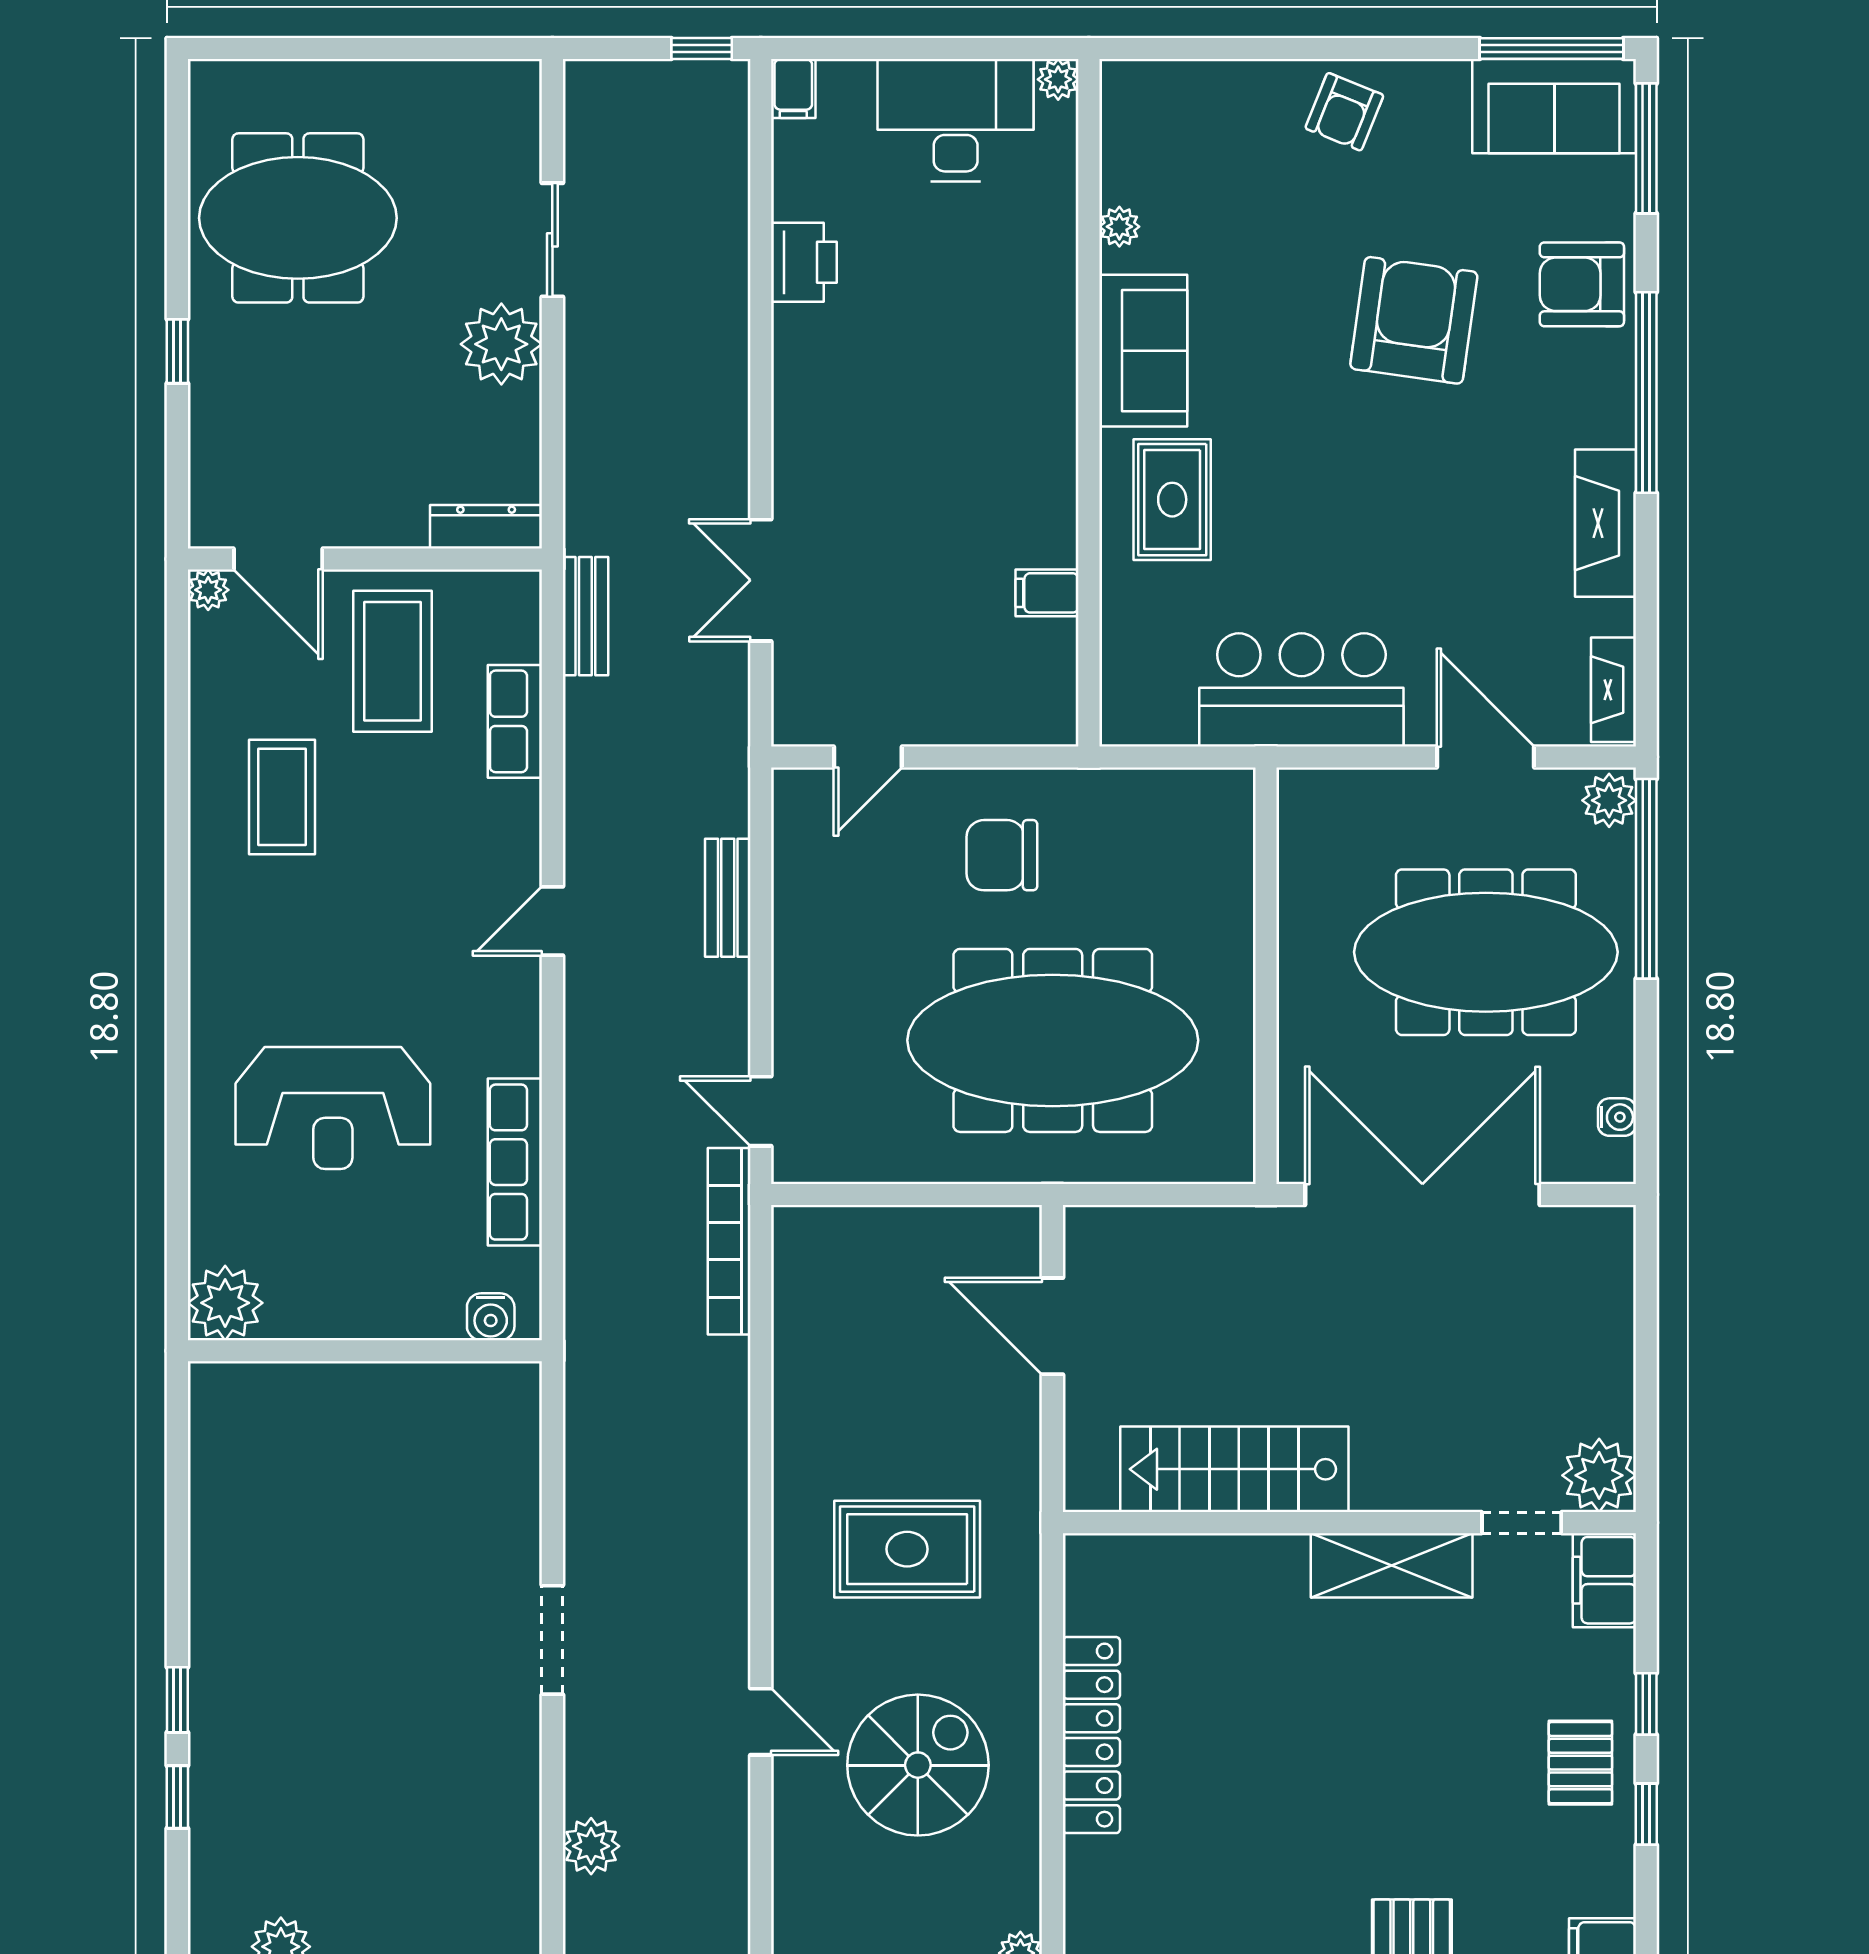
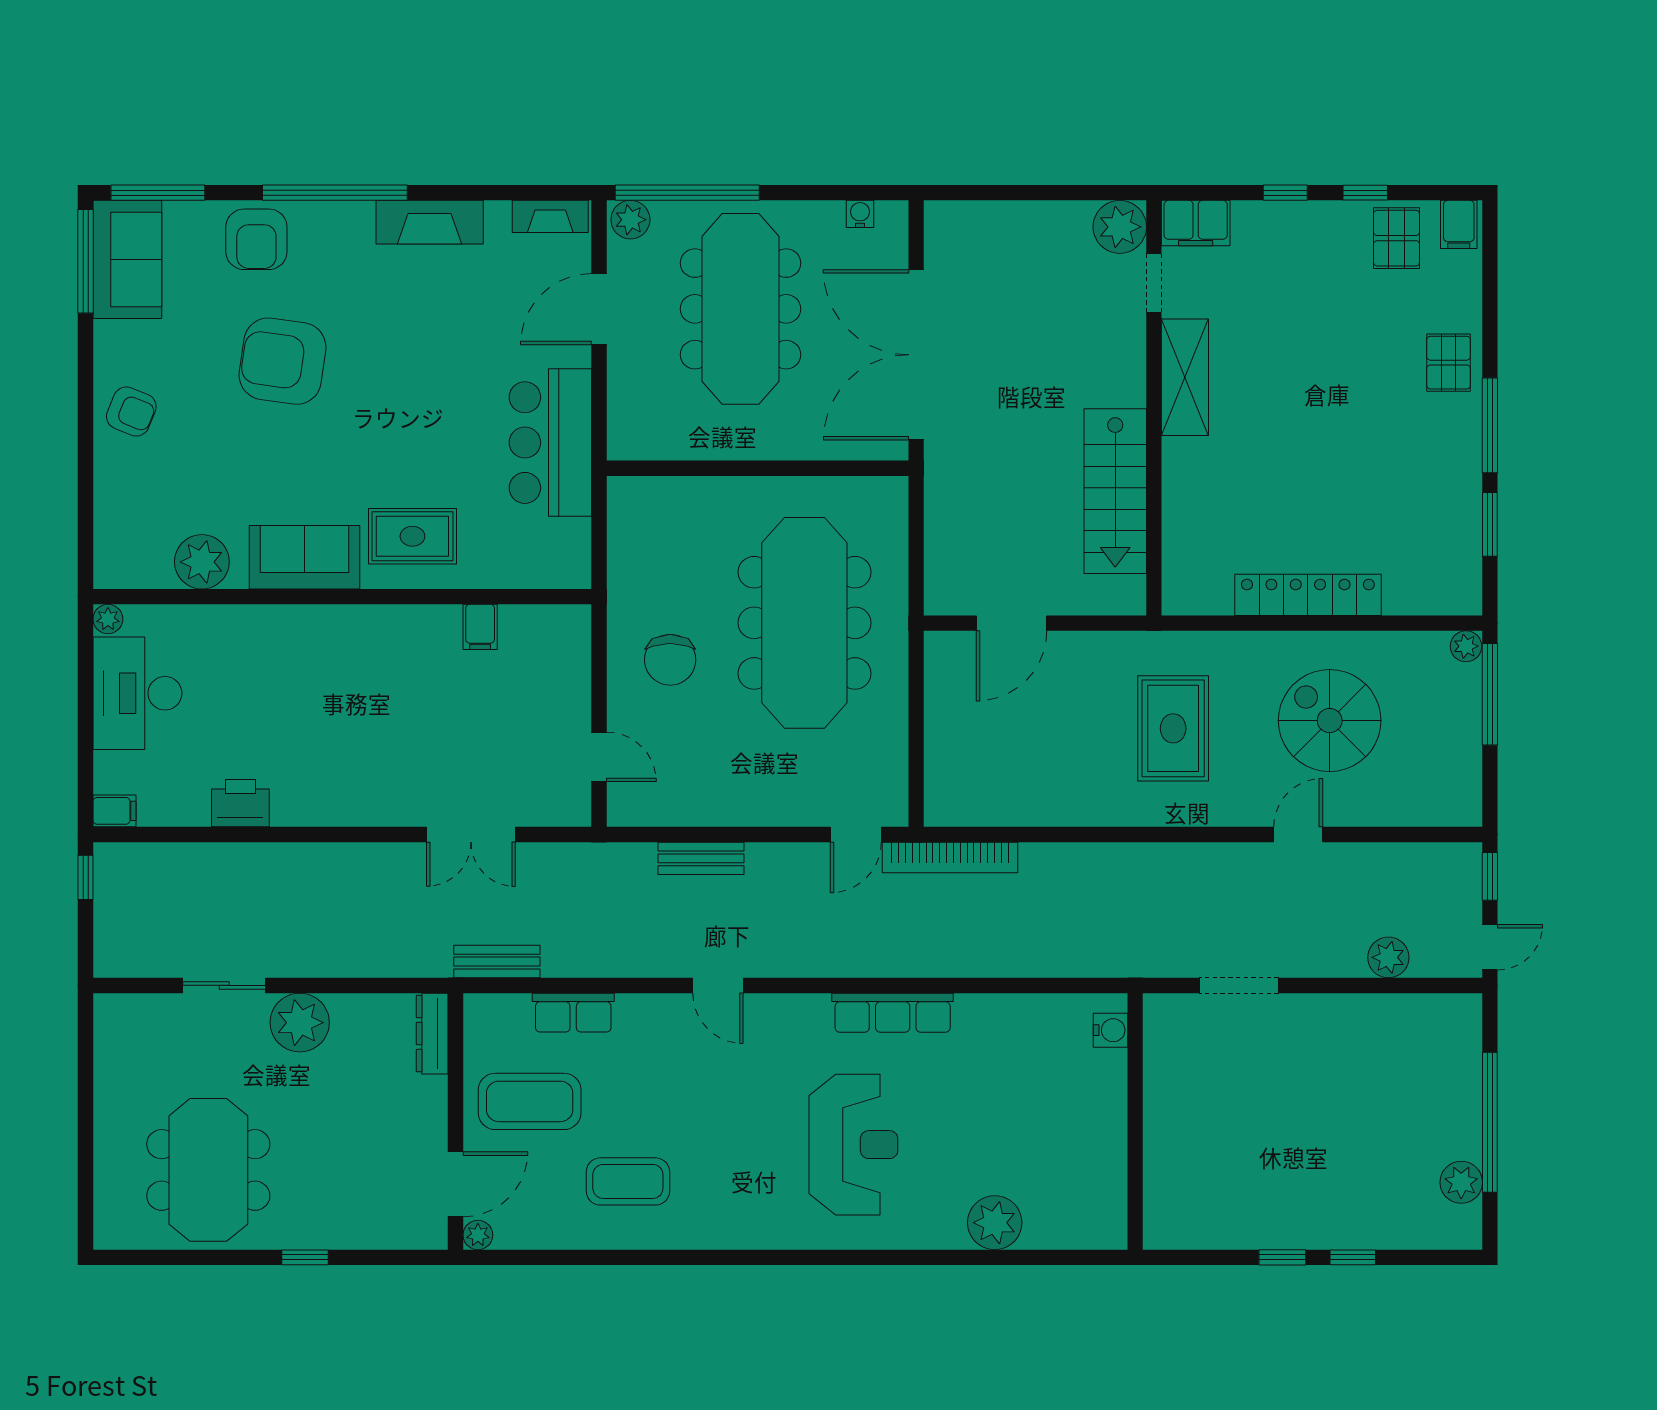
plant: (1119, 227) -> (202, 562), width x1.87, depth x1.87
water cooler: (491, 1317) -> (1110, 1030), moved
wall: (365, 1351) -> (1135, 1121), moved
pallet: (1580, 1763) -> (1397, 238), moved, turned 90

